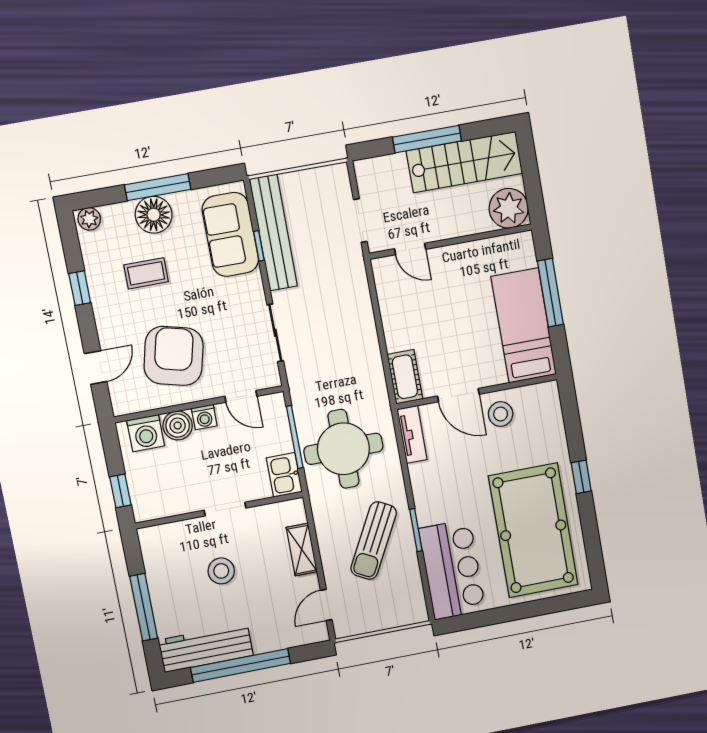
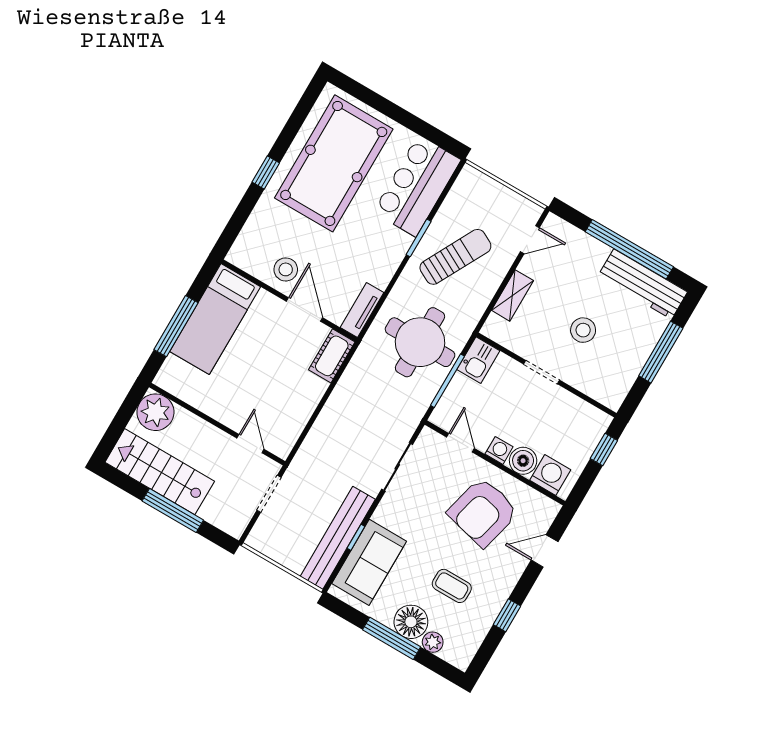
plant: (89, 219) -> (433, 642), moved

